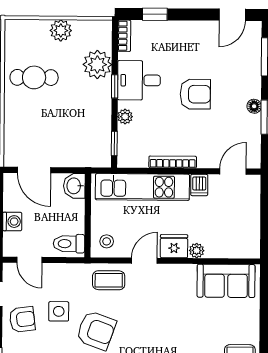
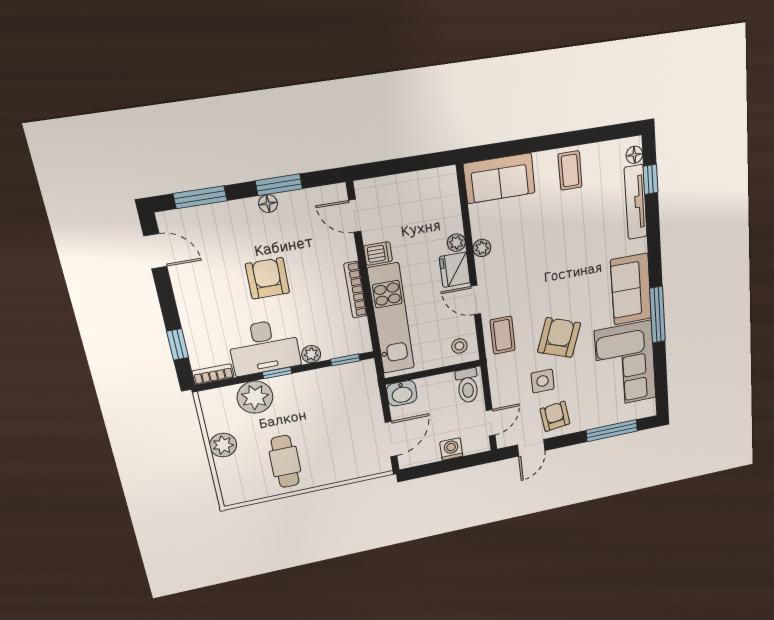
desk: (139, 80) -> (264, 347), width x1.37
plant: (188, 271) -> (482, 248), added
sofa: (226, 281) -> (499, 178), moved, turned 90

